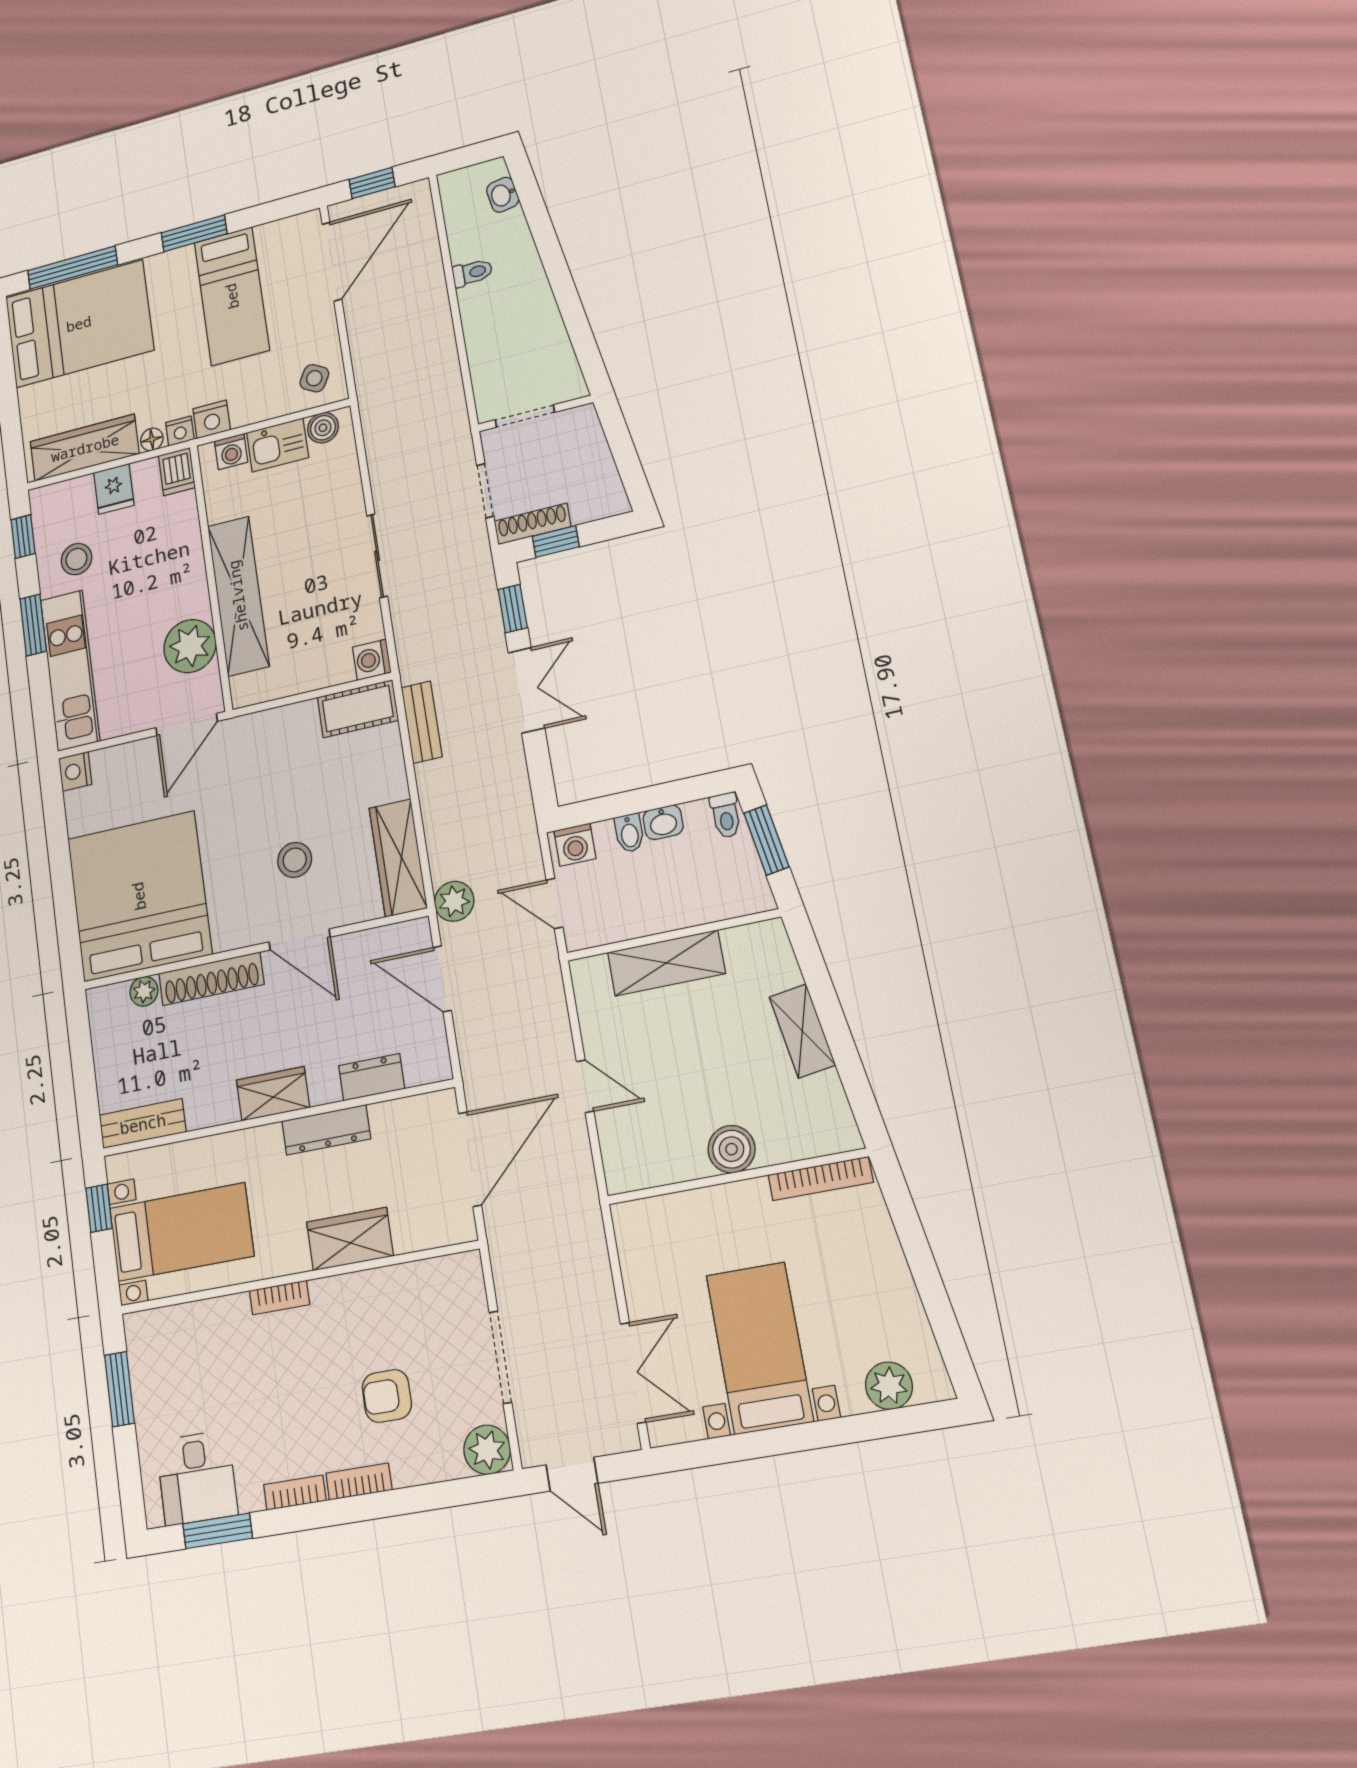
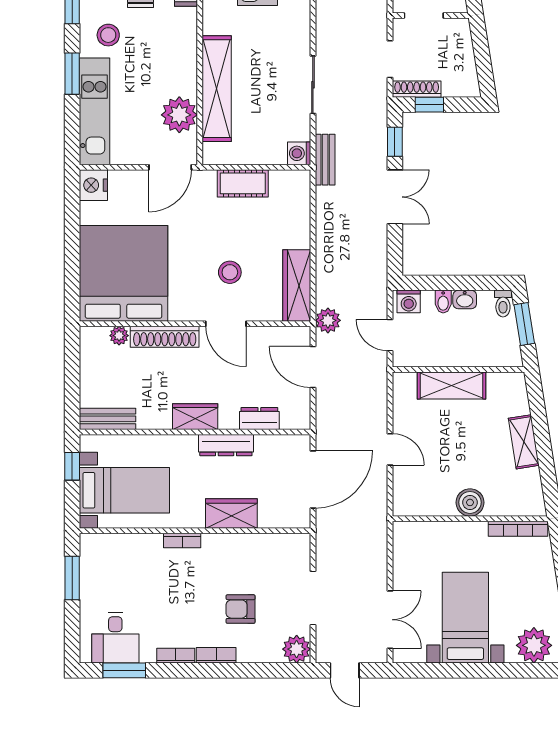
cot: (358, 709) -> (243, 183), moved
bench: (422, 722) -> (325, 160), moved
nightstand: (75, 771) -> (93, 185), width x1.36, depth x1.33
plant: (889, 1386) -> (534, 645), width x1.36, depth x1.36

